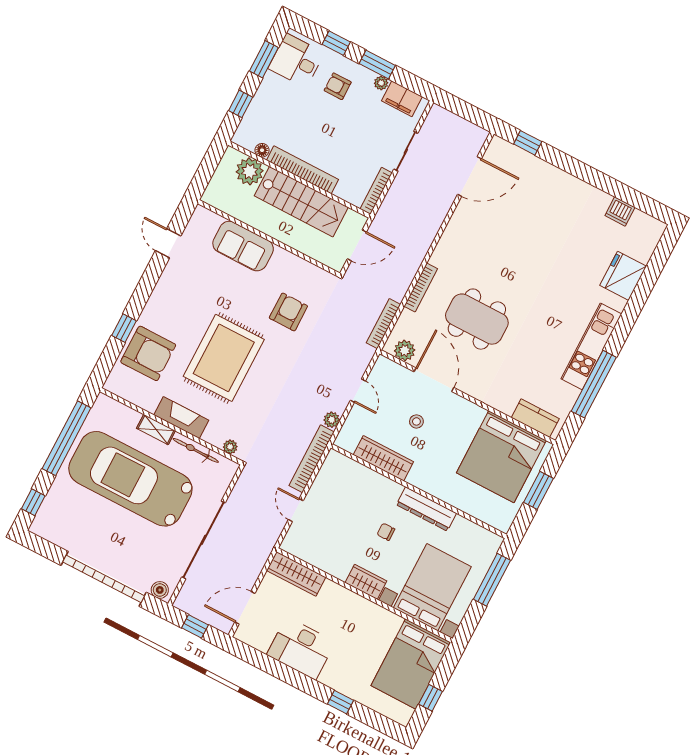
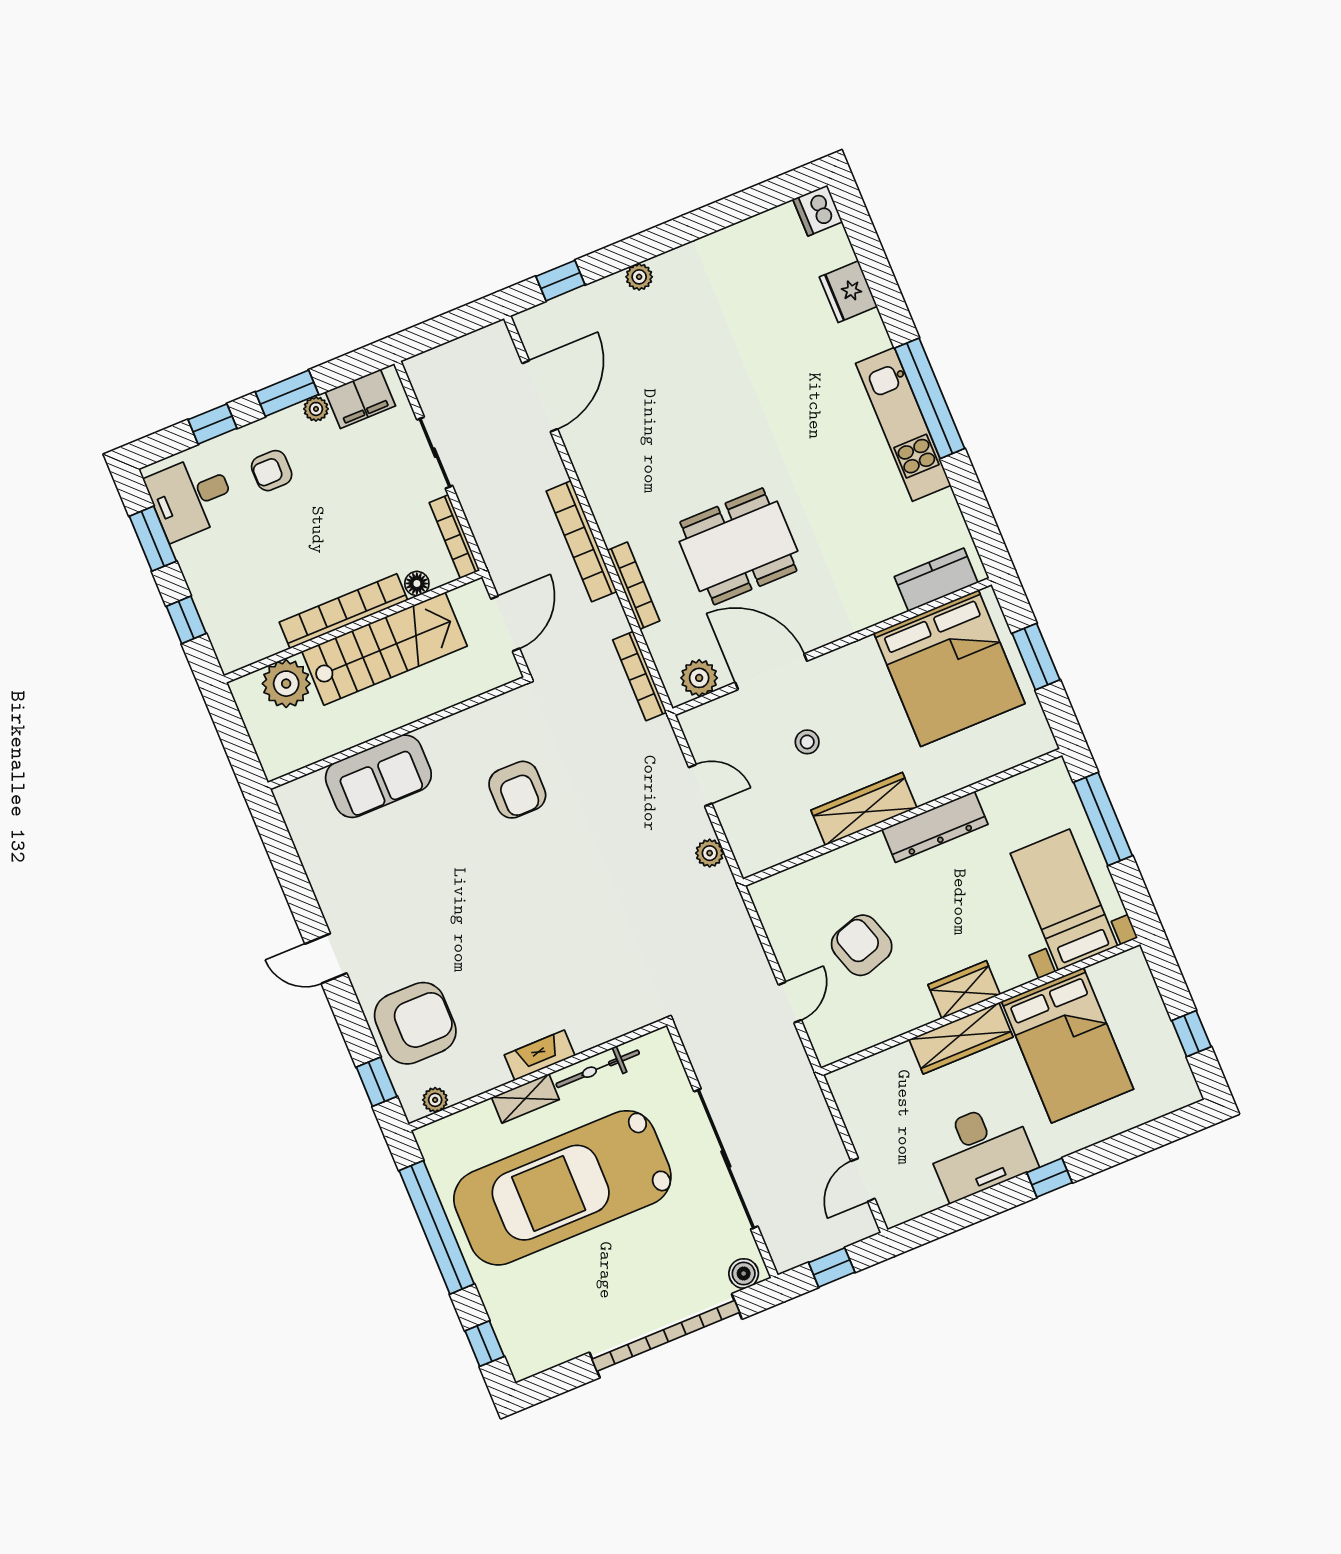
floor lamp: (262, 150) -> (417, 584), moved
plant: (558, 176) -> (639, 277), added
dishwasher: (620, 211) -> (818, 210), moved, turned 90
door: (168, 243) -> (326, 958), moved
fridge: (623, 276) -> (848, 292), width x0.73, depth x0.75
armchair: (288, 312) -> (517, 790), turned 180
window: (124, 328) -> (377, 1082), moved
rug: (224, 358) -> (506, 927), removed
window: (594, 384) -> (930, 398), moved
fireplace: (181, 418) -> (540, 1055), width x0.73, depth x0.76
plant: (230, 447) -> (435, 1100), moved
wardrobe: (383, 458) -> (864, 809), moved
bookcase: (312, 459) -> (581, 541), moved
door: (296, 510) -> (790, 1002), swing flipped
armchair: (347, 520) -> (862, 945), added
chair: (386, 532) -> (920, 907), removed
wardrobe: (296, 574) -> (961, 1038), moved
bed with nightstands: (432, 587) -> (1064, 900), width x0.73
door: (245, 608) -> (863, 1180), width x0.73
bed: (411, 664) -> (1067, 1045), moved
window: (341, 702) -> (1049, 1178), moved

